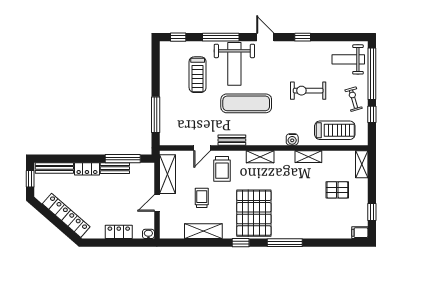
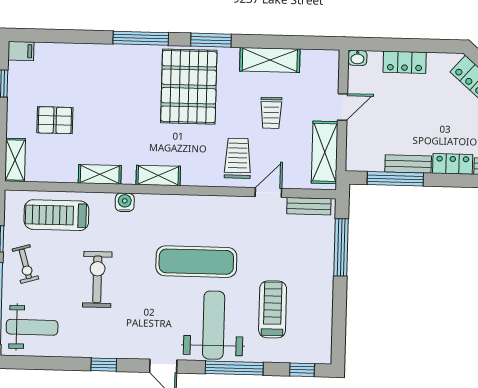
exercise bike: (308, 91) -> (97, 279), turned -90
bench: (232, 140) -> (309, 206), moved
shelving: (260, 157) -> (158, 176), moved
window: (241, 243) -> (211, 40), width x1.50

